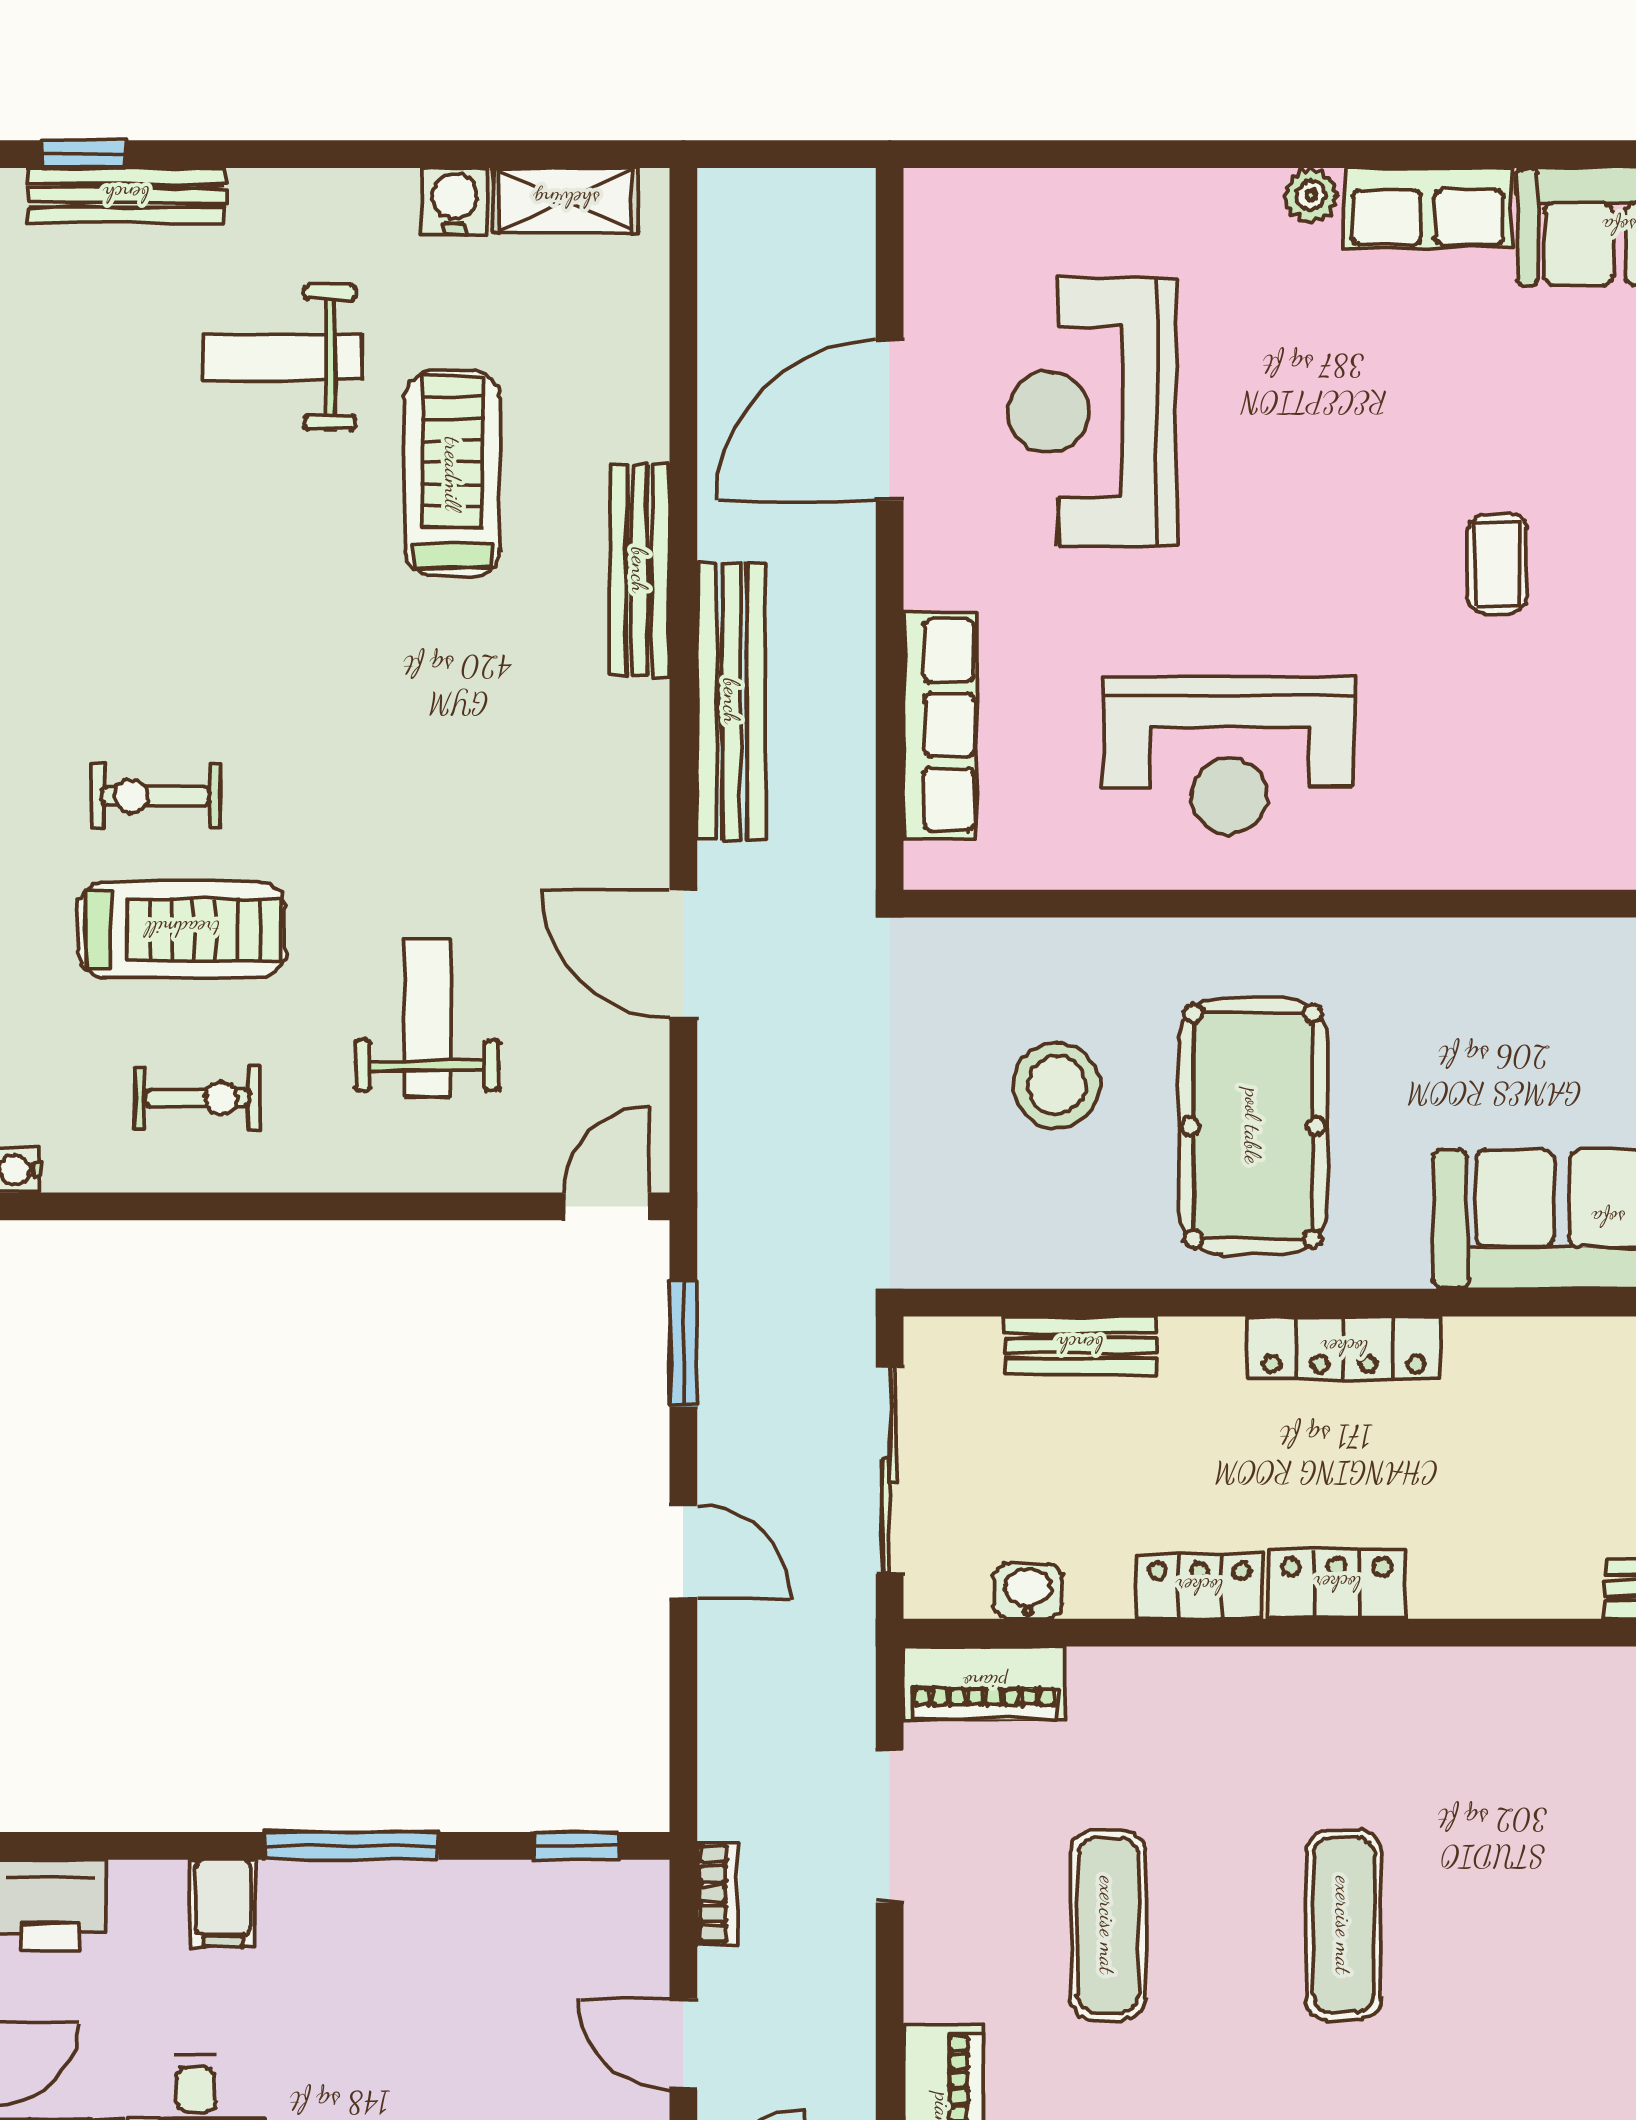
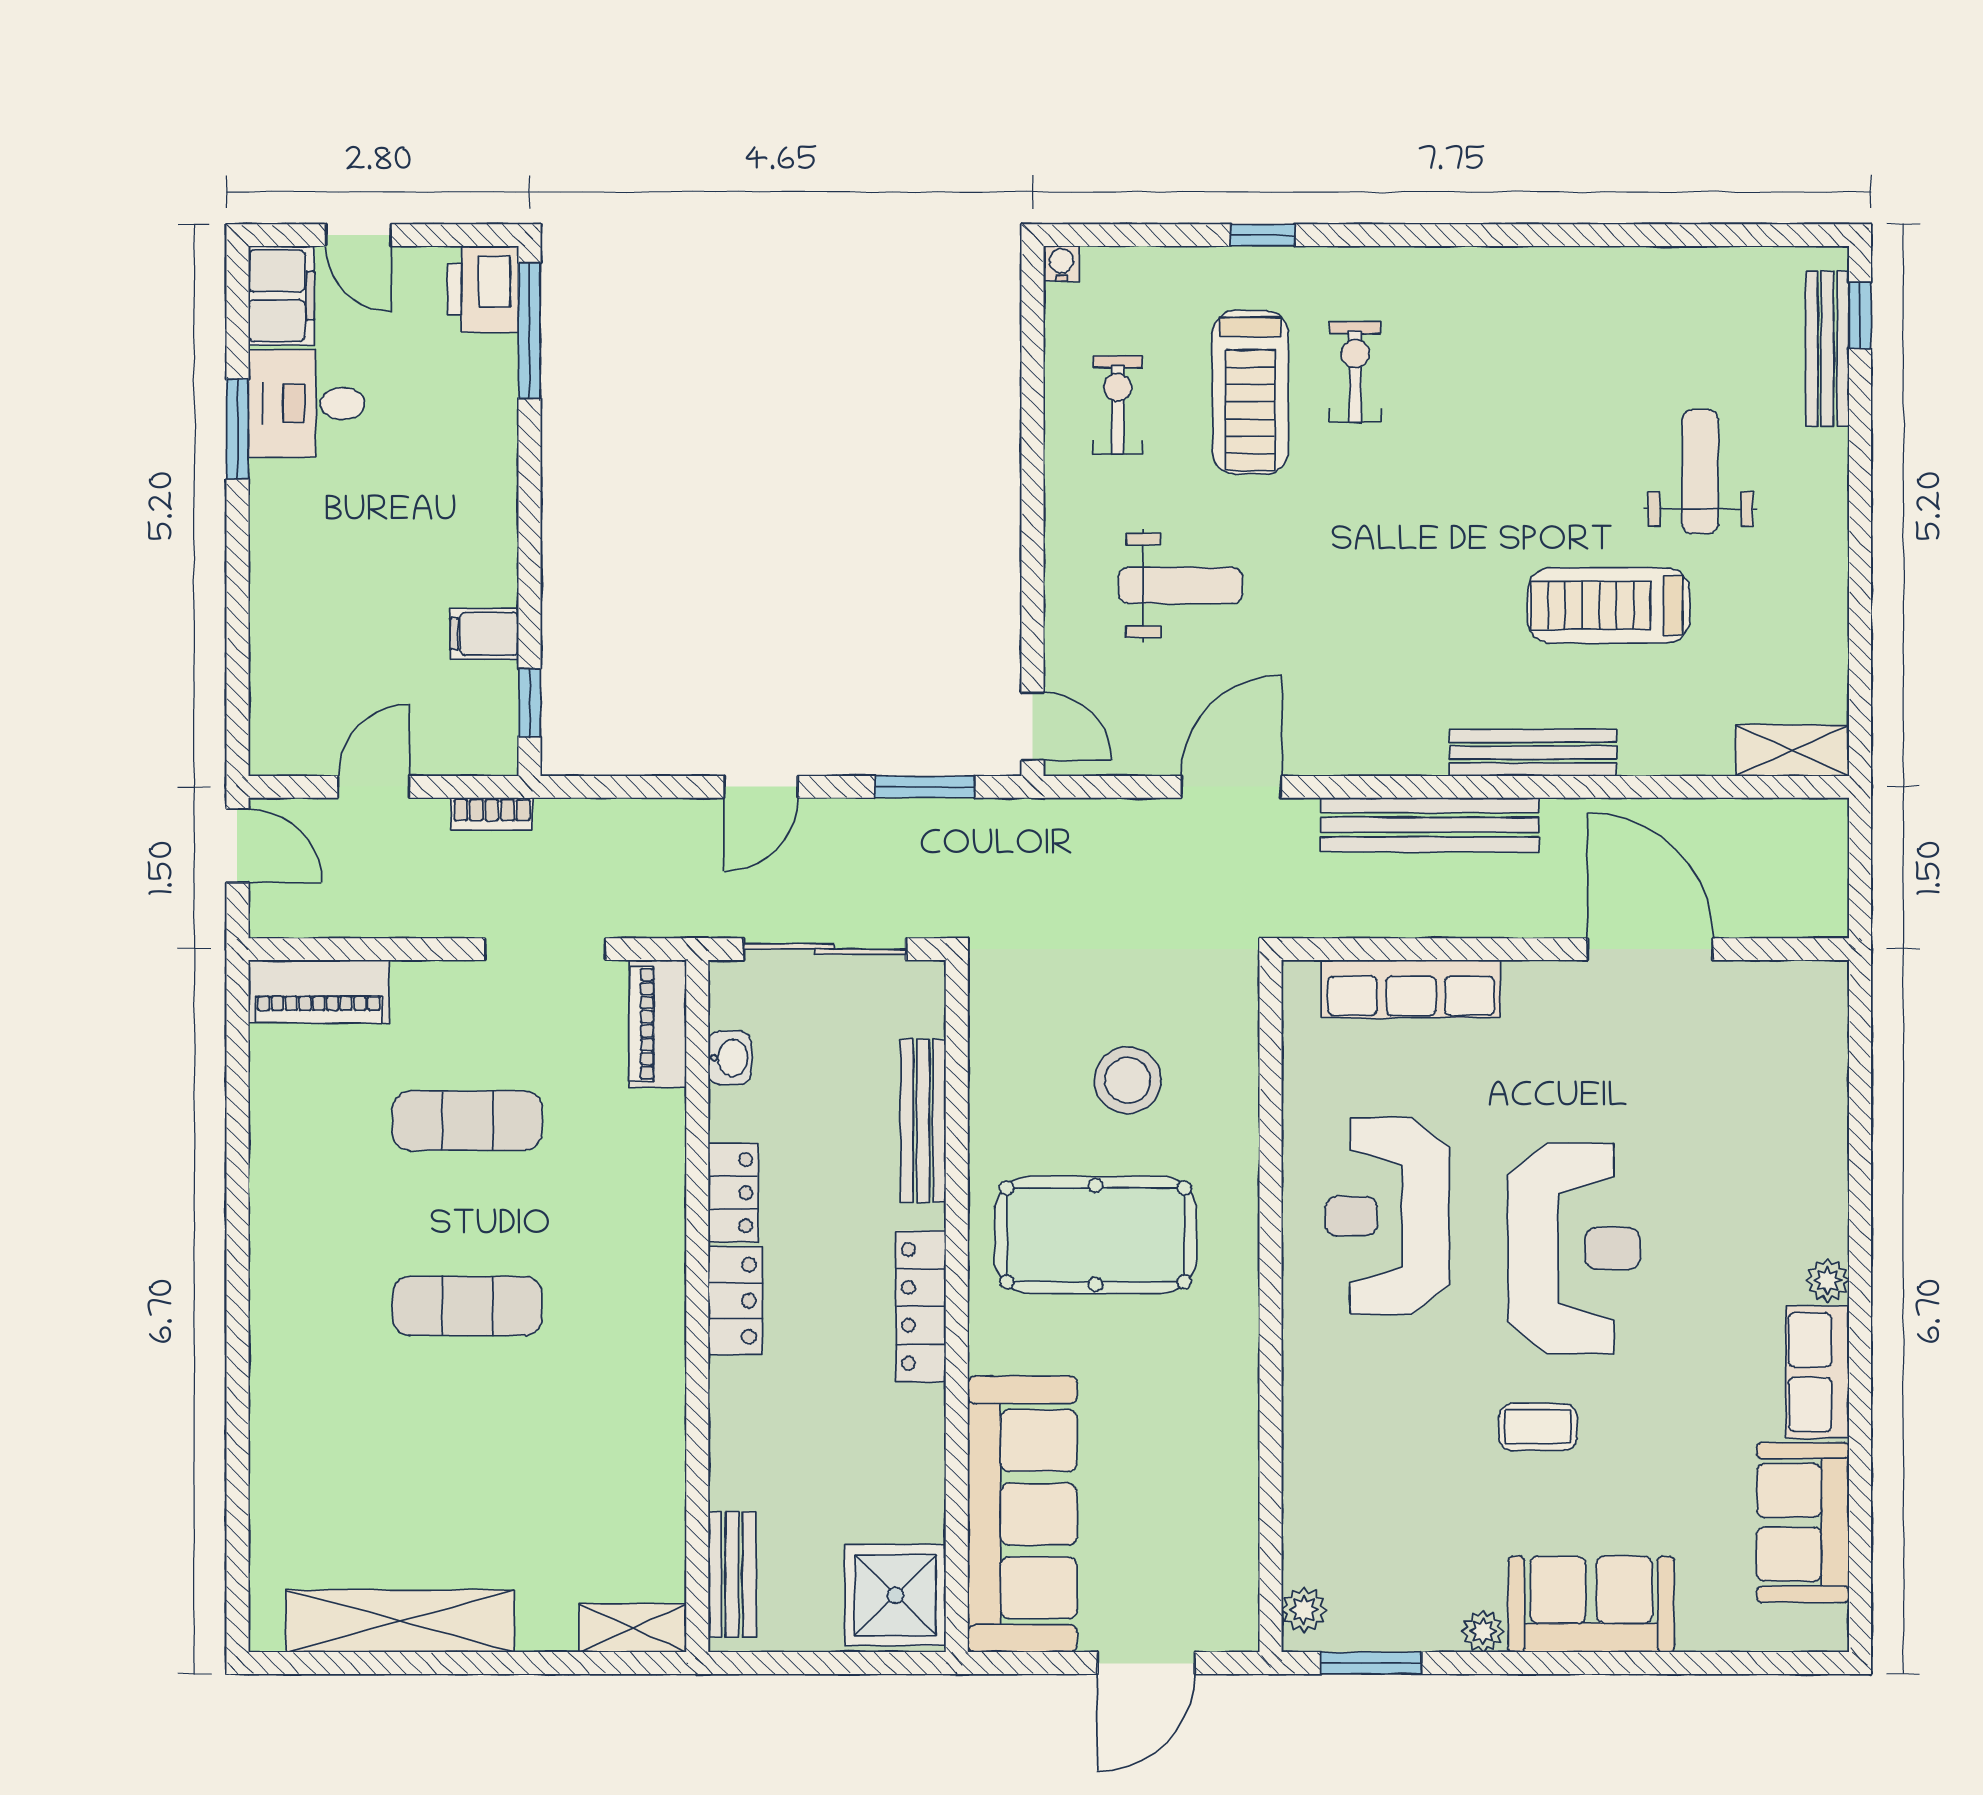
shelving: (566, 200) -> (1792, 750), moved, turned 90
water cooler: (455, 201) -> (1823, 607), removed
reception desk: (1092, 412) -> (1574, 1248), moved, turned 90
treadmill: (453, 474) -> (1609, 605), turned 180
exercise bike: (198, 1098) -> (1118, 405), turned 180
bench: (1080, 1345) -> (923, 1121), width x1.36
window: (352, 1846) -> (530, 331), moved
filing cabinet: (223, 1903) -> (484, 634), moved

